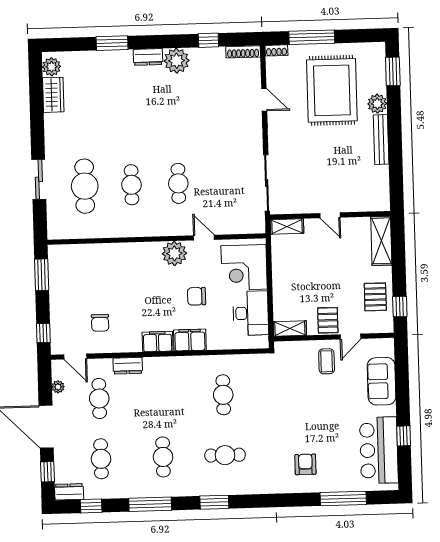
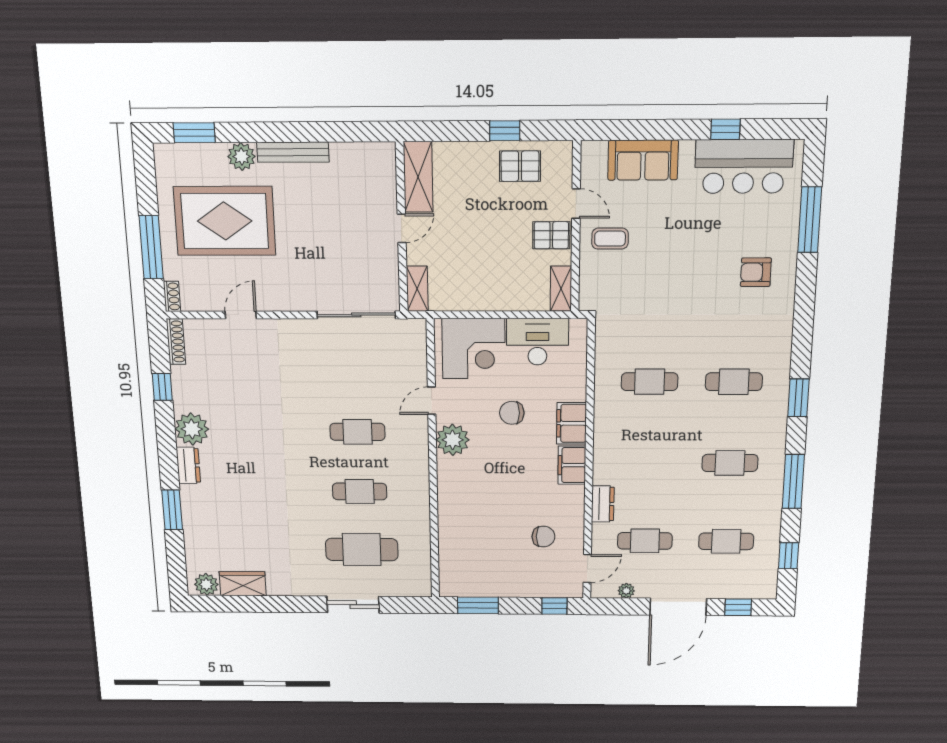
shelving: (381, 241) -> (418, 177), moved, turned 90
chair: (197, 296) -> (512, 413), turned 90
window: (400, 307) -> (505, 131), moved
cafe table: (225, 455) -> (734, 382), turned 90
dresser: (69, 492) -> (767, 582), removed

